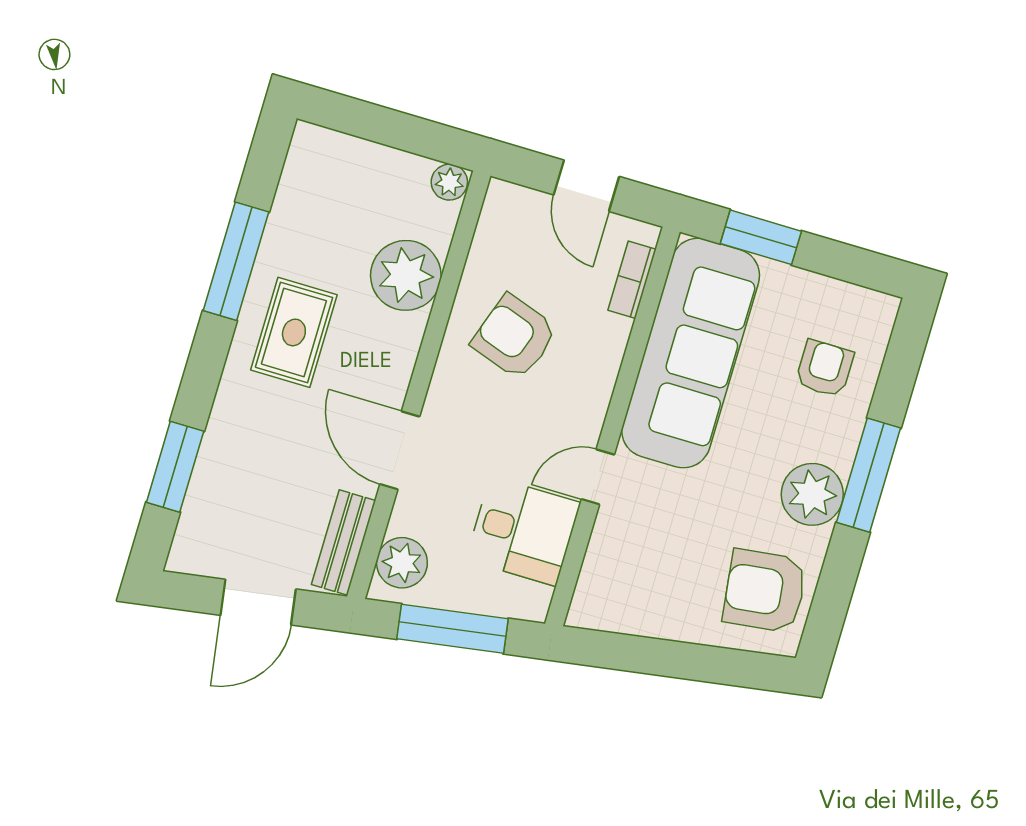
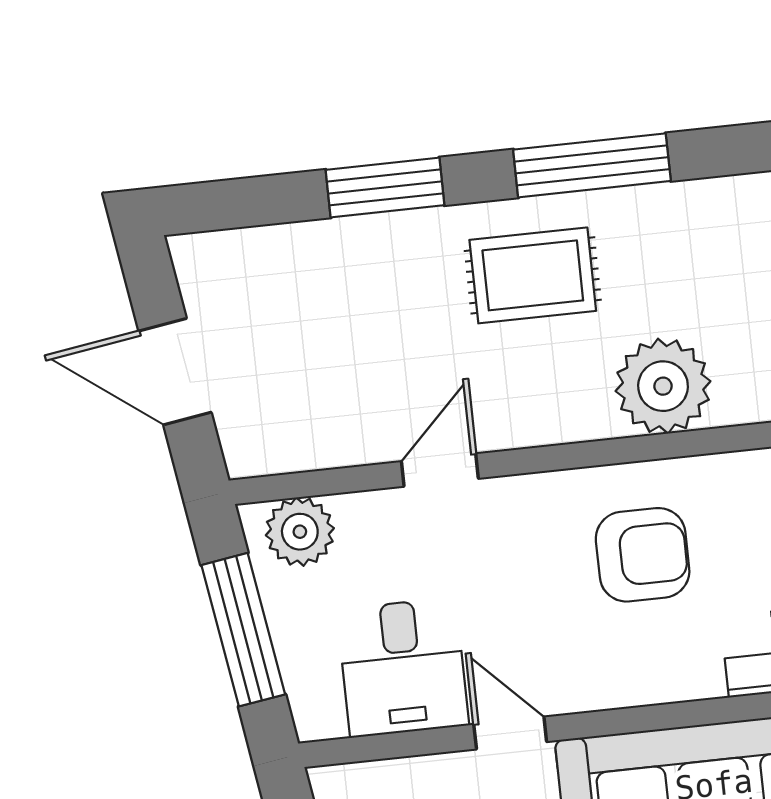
armchair: (514, 337) -> (643, 555), turned 71
door: (400, 450) -> (440, 470), width x0.73
window: (175, 467) -> (385, 187), moved
bench: (344, 543) -> (295, 448), removed

